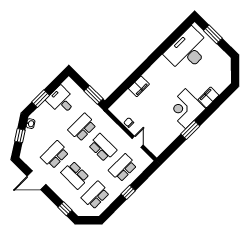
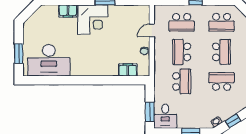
filing cabinet: (139, 86) -> (128, 70), moved
window: (94, 95) -> (150, 112), moved
desk: (61, 100) -> (165, 116), moved
school desk: (82, 127) -> (182, 81), turned -90
school desk: (55, 155) -> (222, 81), turned 180

